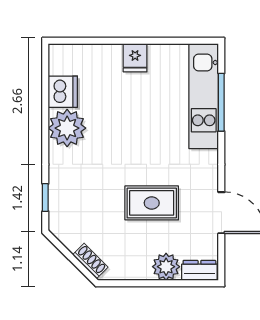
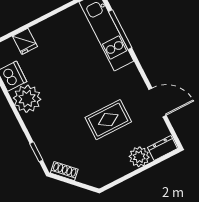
fridge: (135, 58) -> (25, 41), moved
shoe rack: (90, 261) -> (64, 171), moved

